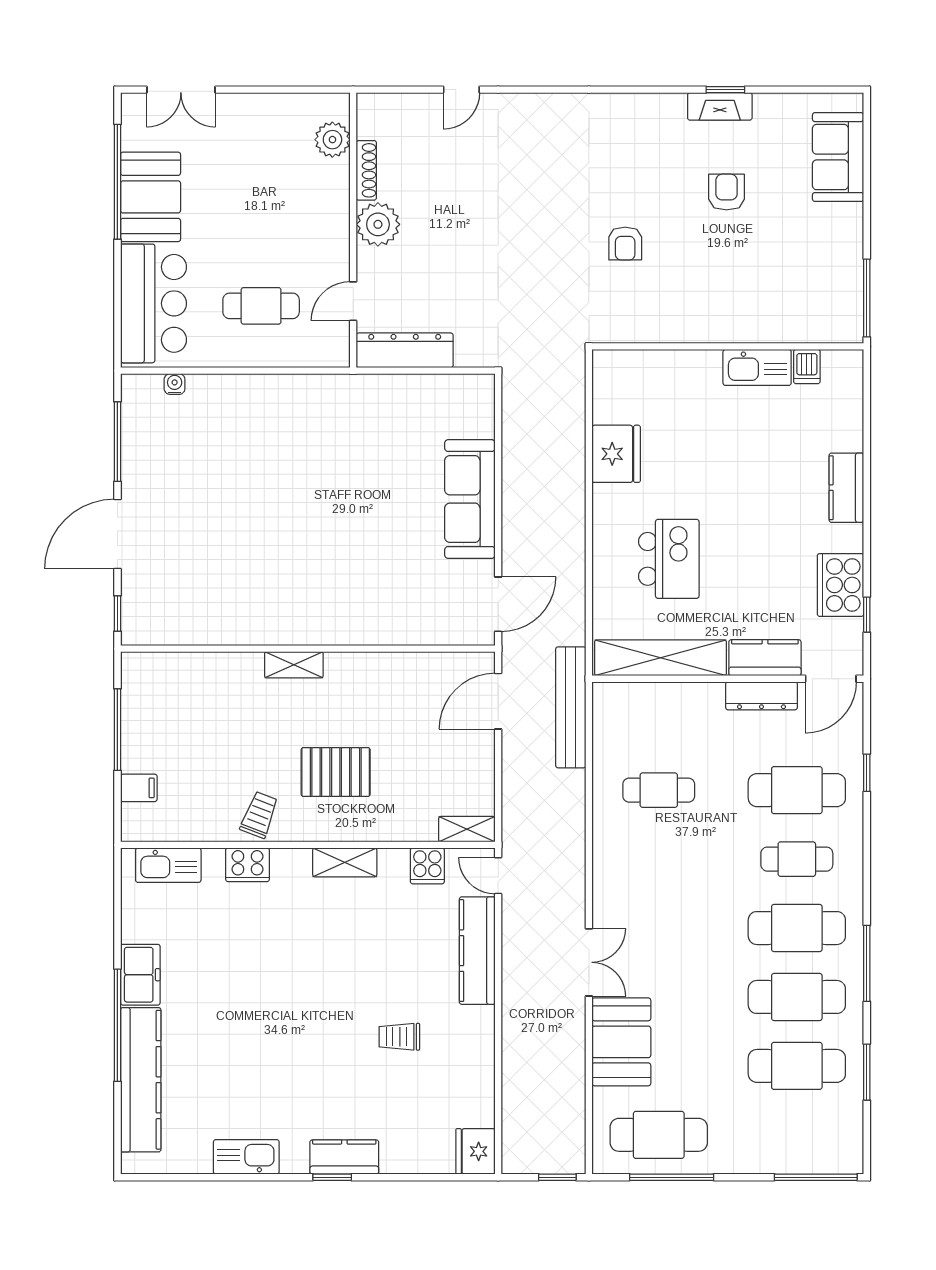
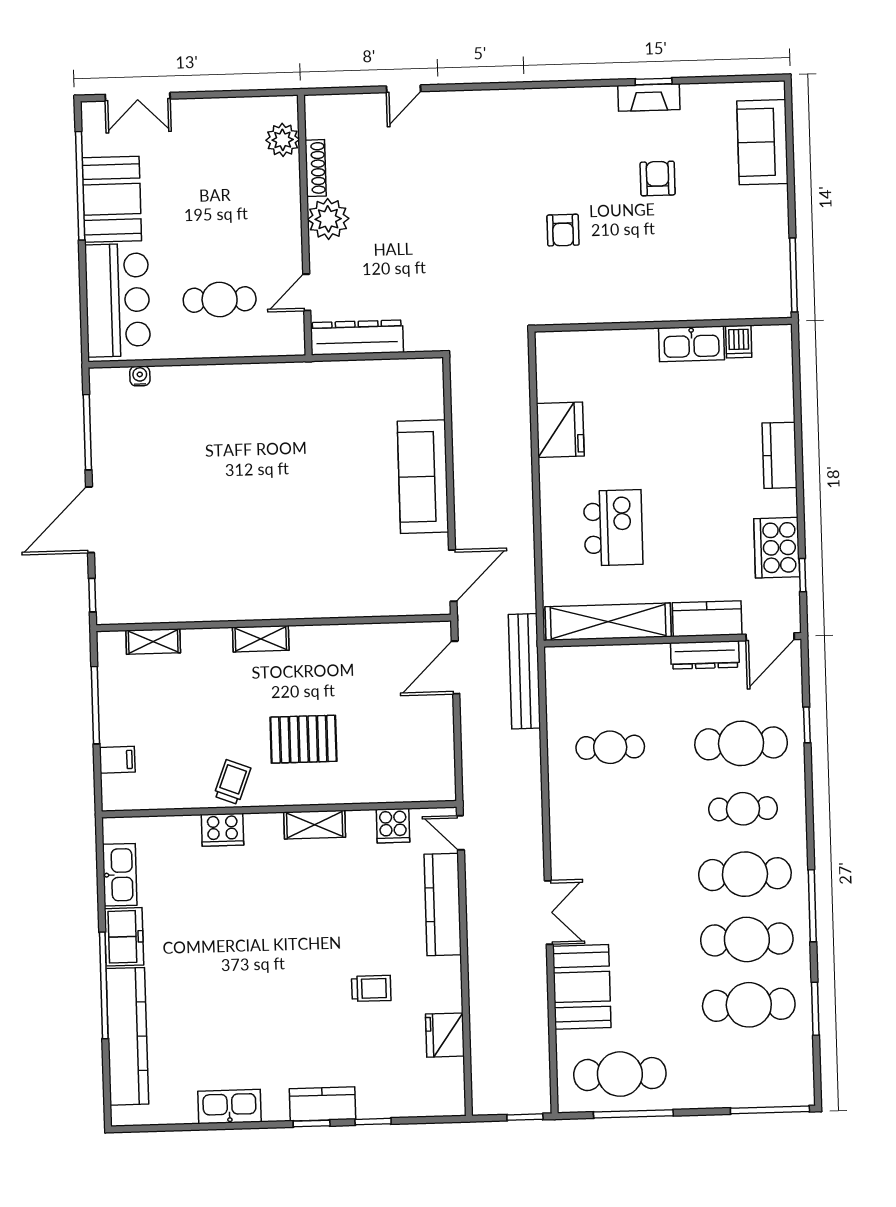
shelving: (467, 829) -> (153, 641), moved
kitchen sink: (168, 865) -> (120, 875), moved, turned -90
trolley: (399, 1037) -> (371, 988), turned 180
fridge: (475, 1151) -> (445, 1035), moved
window: (397, 1177) -> (373, 1122), added

